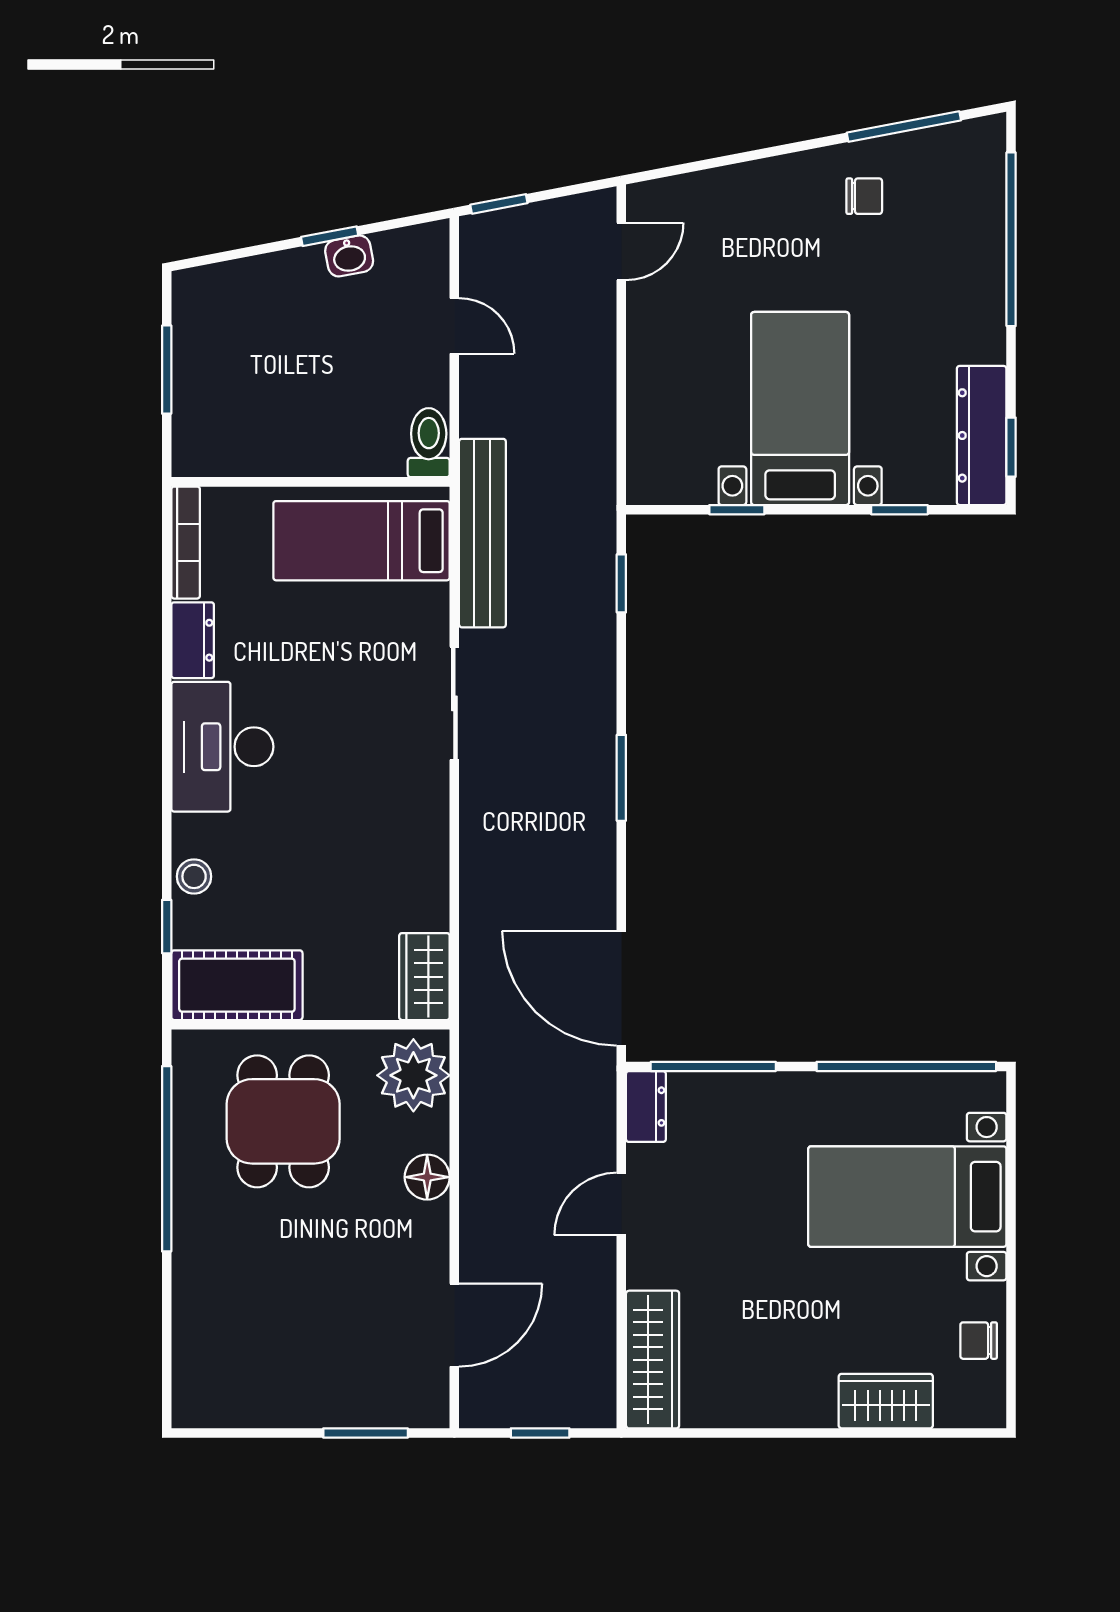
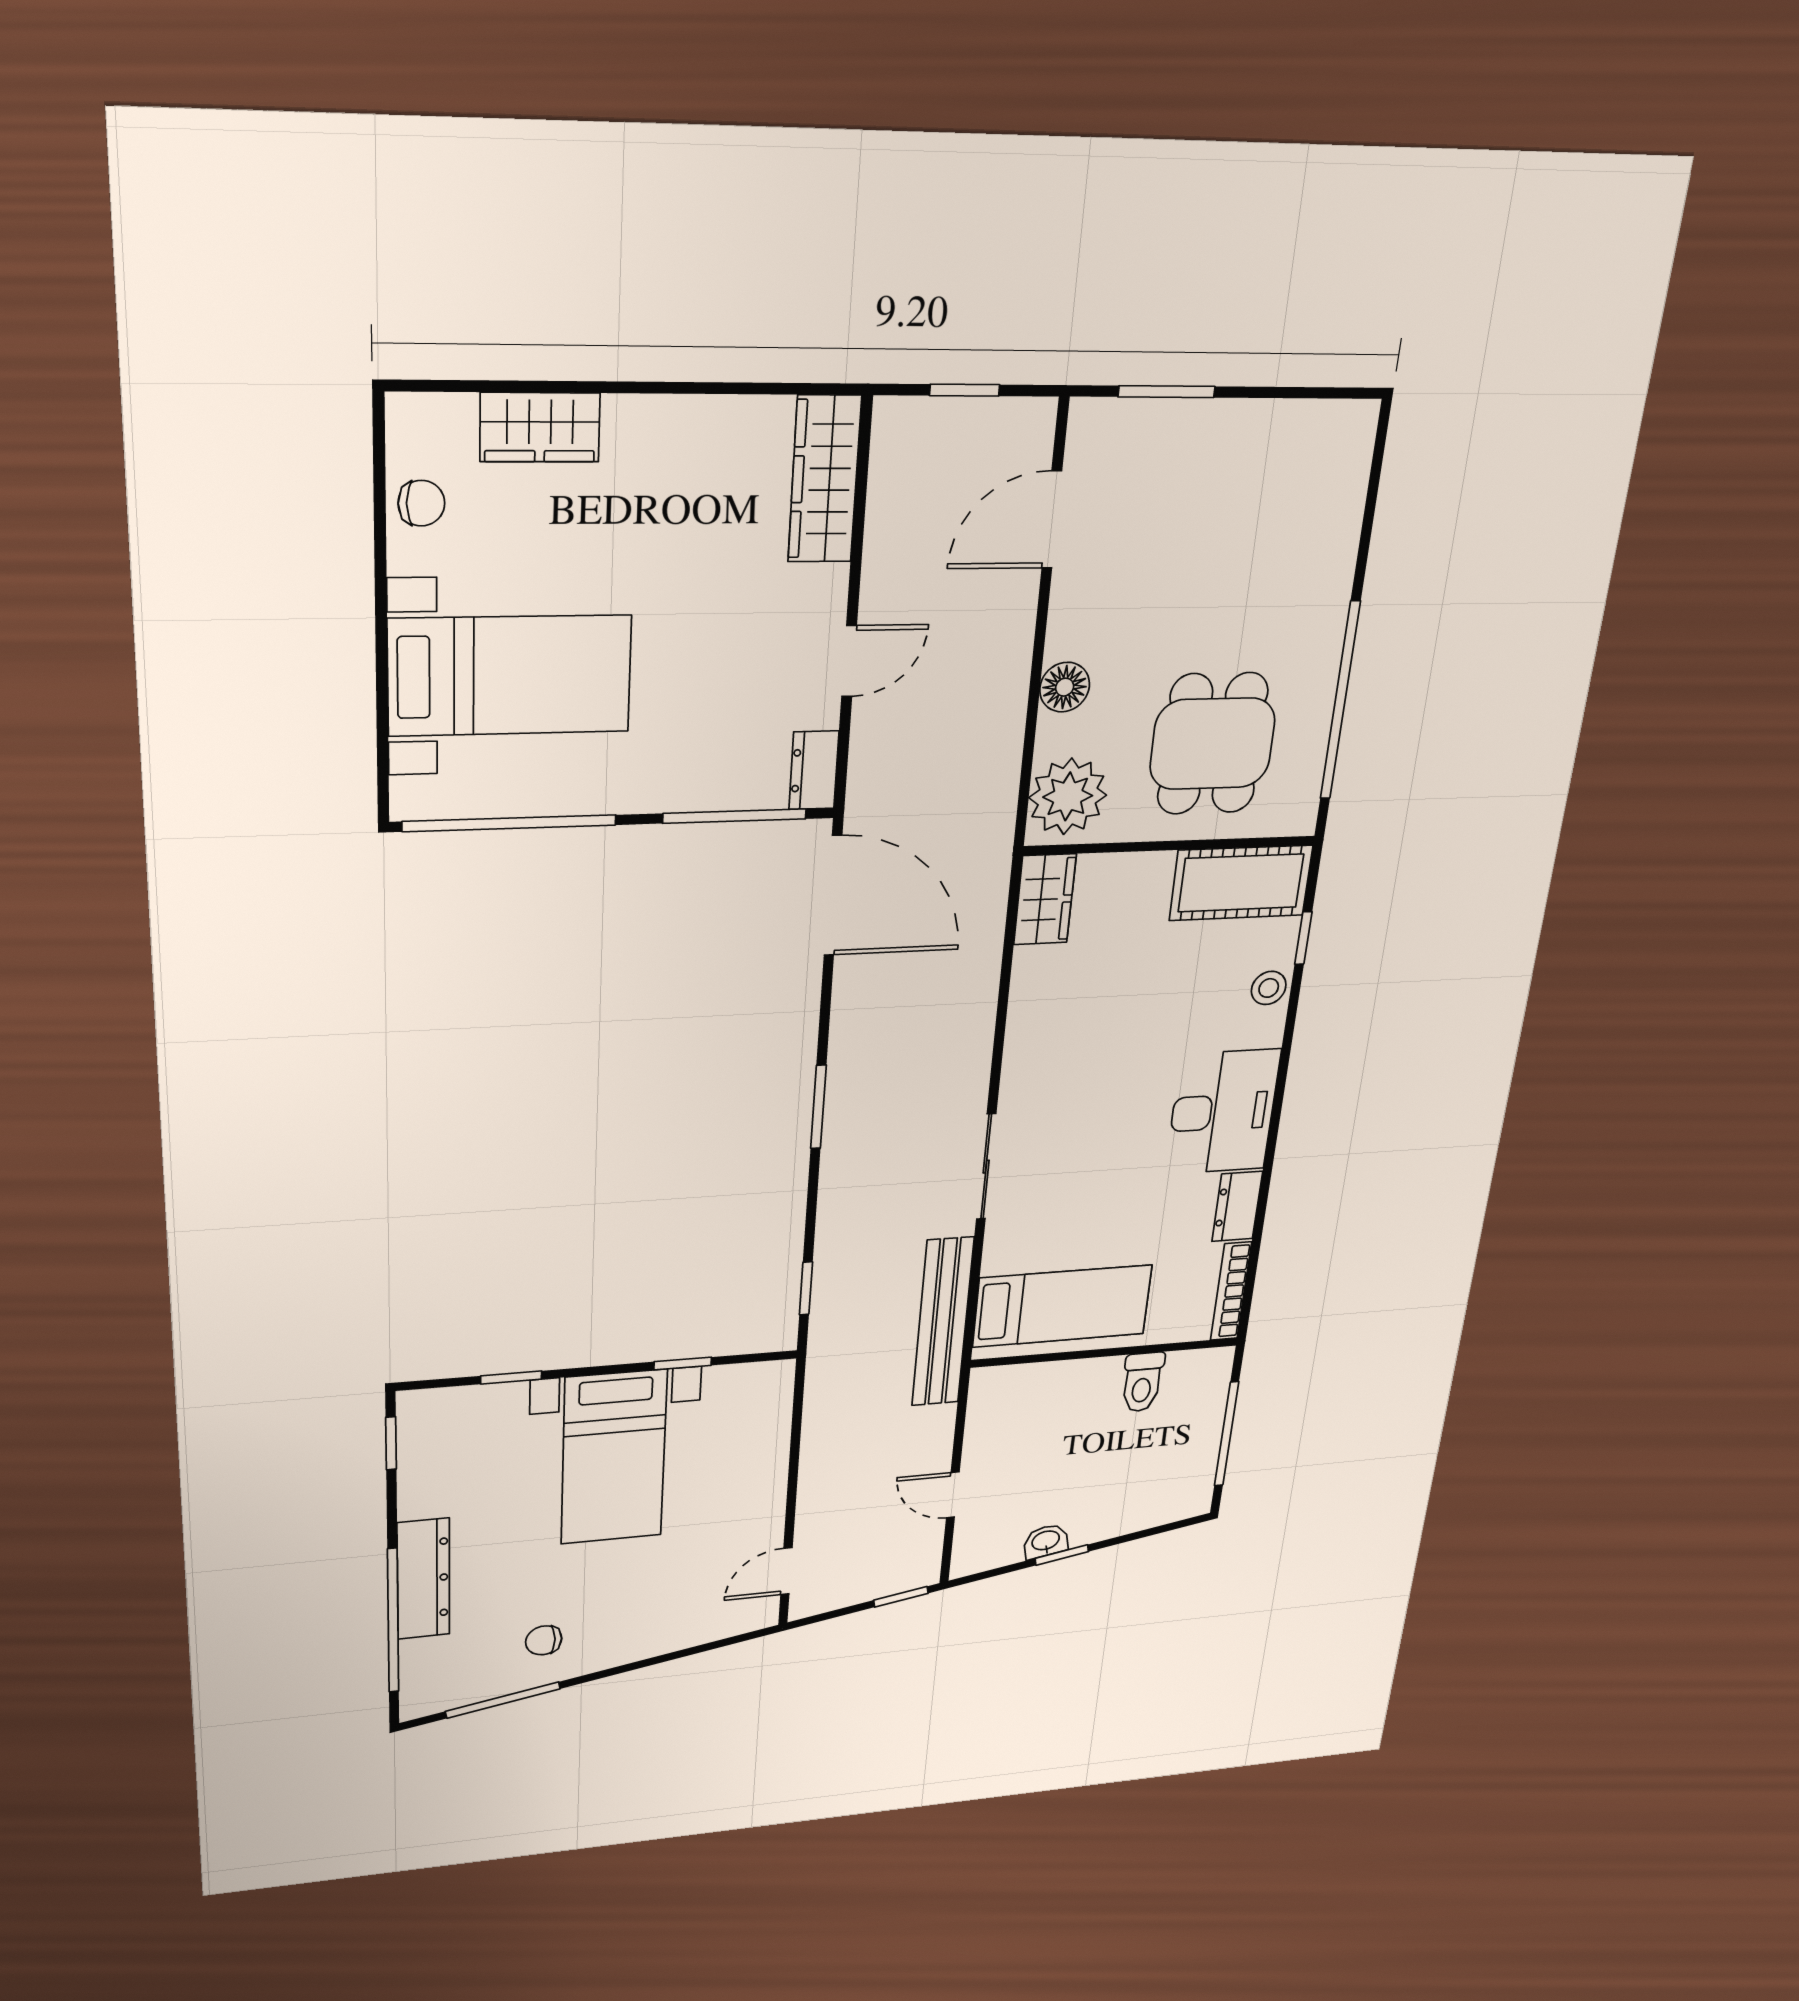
window: (167, 370) -> (1227, 1434), width x1.44
dresser: (982, 435) -> (424, 1579), moved
toilet: (429, 443) -> (1142, 1382), moved

